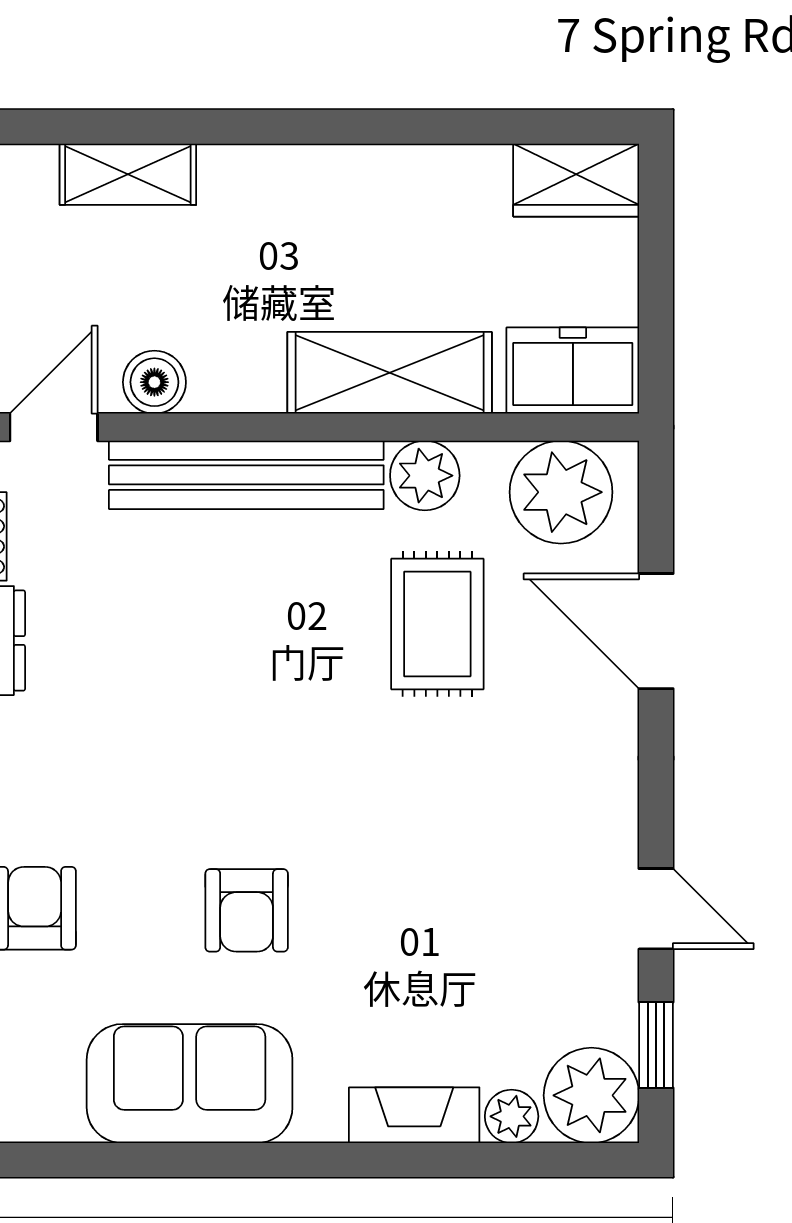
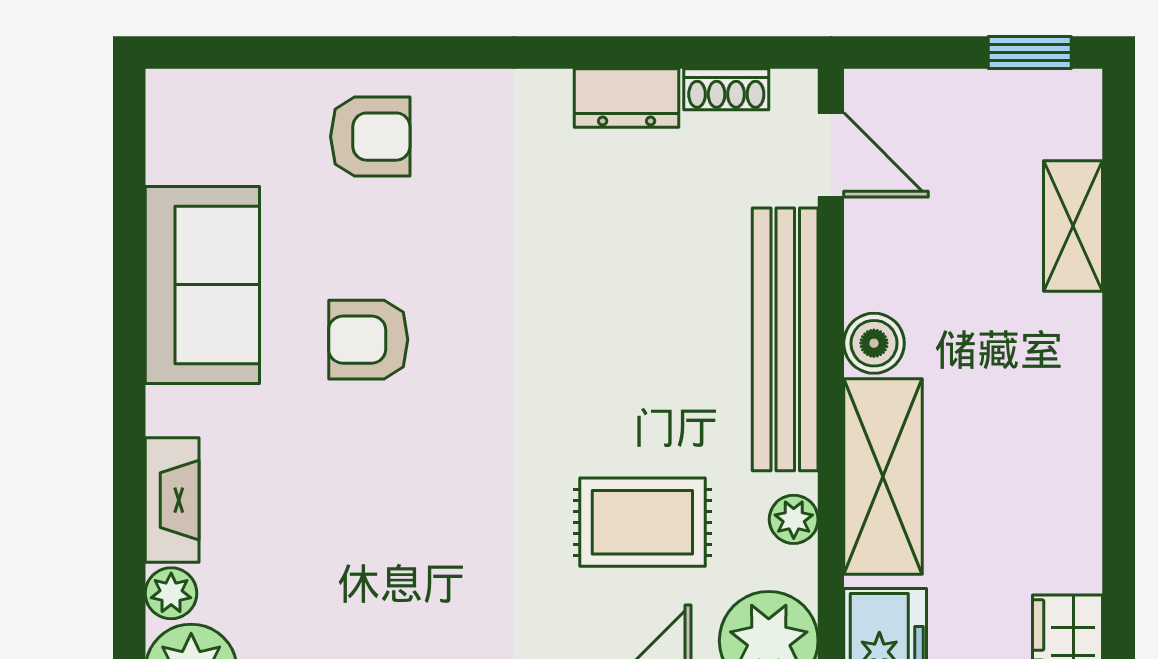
boiler: (154, 382) -> (874, 343), moved
plant: (425, 476) -> (794, 519), width x0.73, depth x0.73

